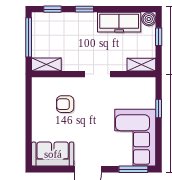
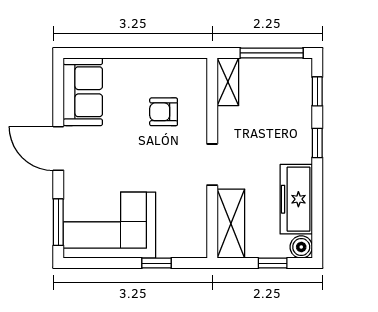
shelving: (141, 65) -> (231, 224), width x1.50, depth x1.33
armchair: (65, 104) -> (164, 112), turned -90

